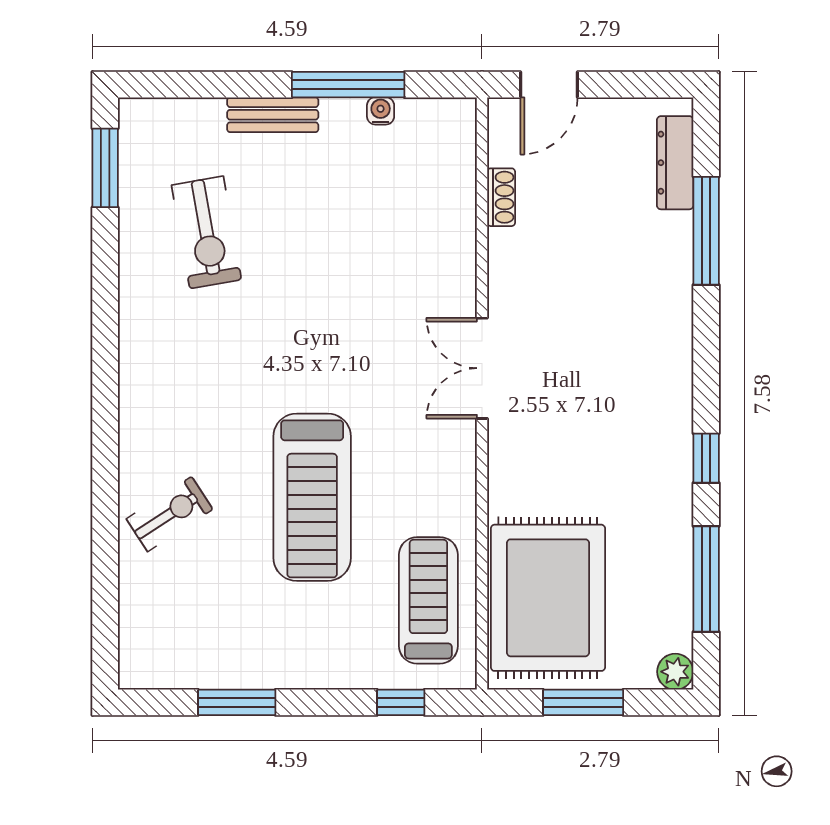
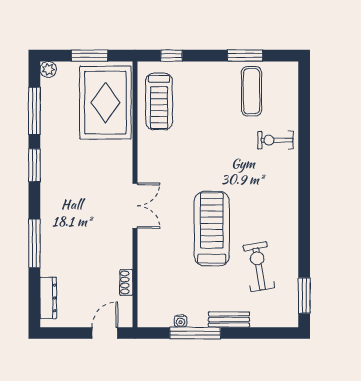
window: (706, 231) -> (34, 243), moved
window: (706, 458) -> (34, 165), width x1.50
treadmill: (312, 497) -> (212, 229), moved
exercise bike: (170, 514) -> (275, 140), turned 33
exercise mat: (223, 623) -> (251, 91), added

